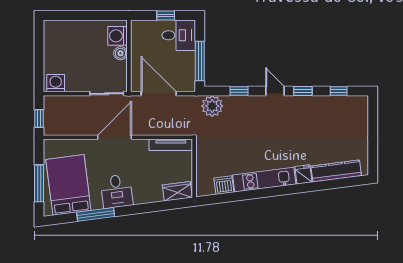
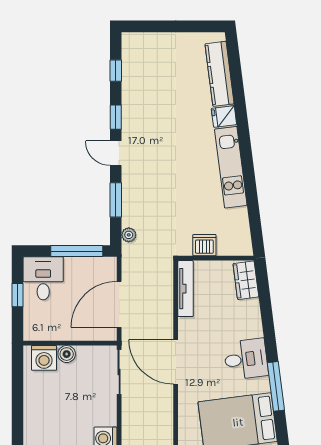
window: (239, 91) -> (116, 200), width x1.50
door: (275, 91) -> (116, 153), hinge flipped
plant: (212, 106) -> (129, 235), width x0.53, depth x0.53
dishwasher: (224, 185) -> (204, 245), moved, turned 97

